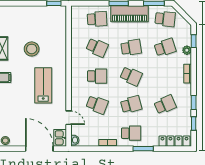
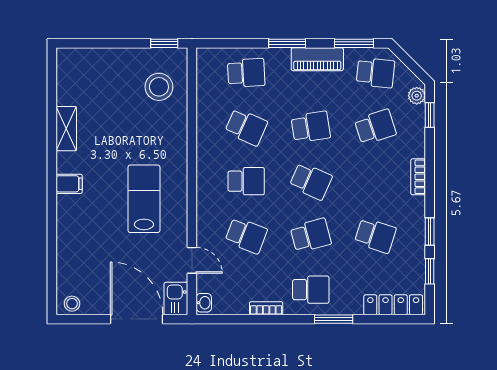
piano: (130, 14) -> (317, 59), width x0.73, depth x0.75
stool: (32, 49) -> (159, 87), moved
plant: (187, 50) -> (417, 96), moved
school desk: (165, 105) -> (375, 235), turned 42

